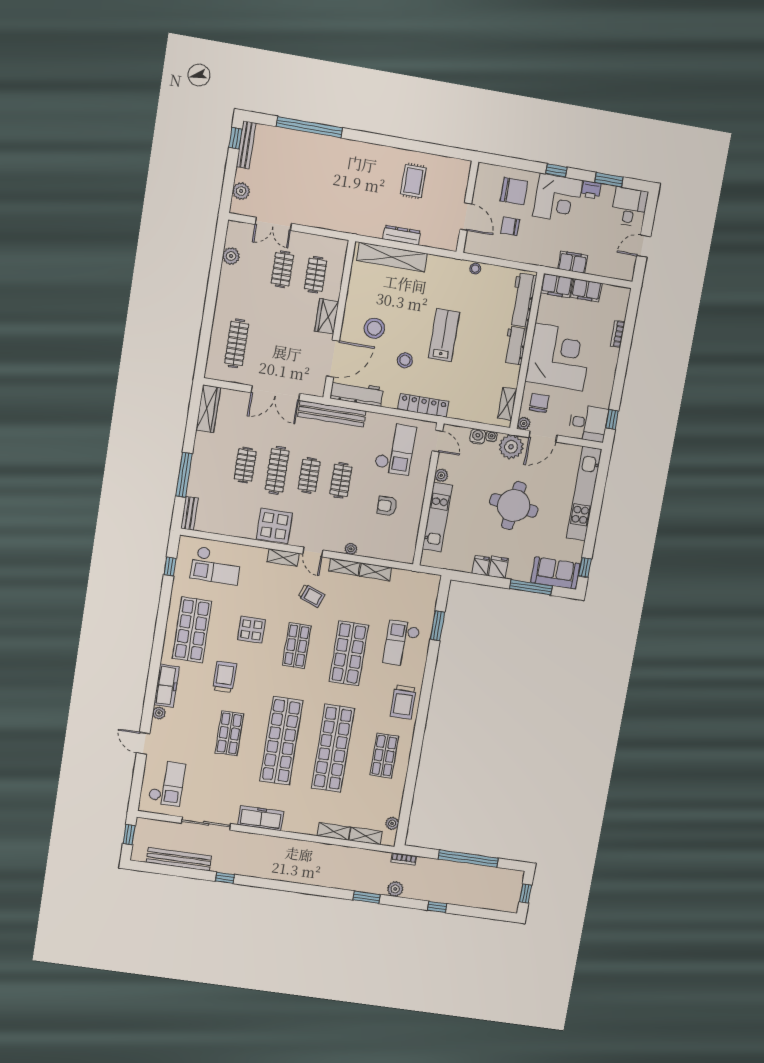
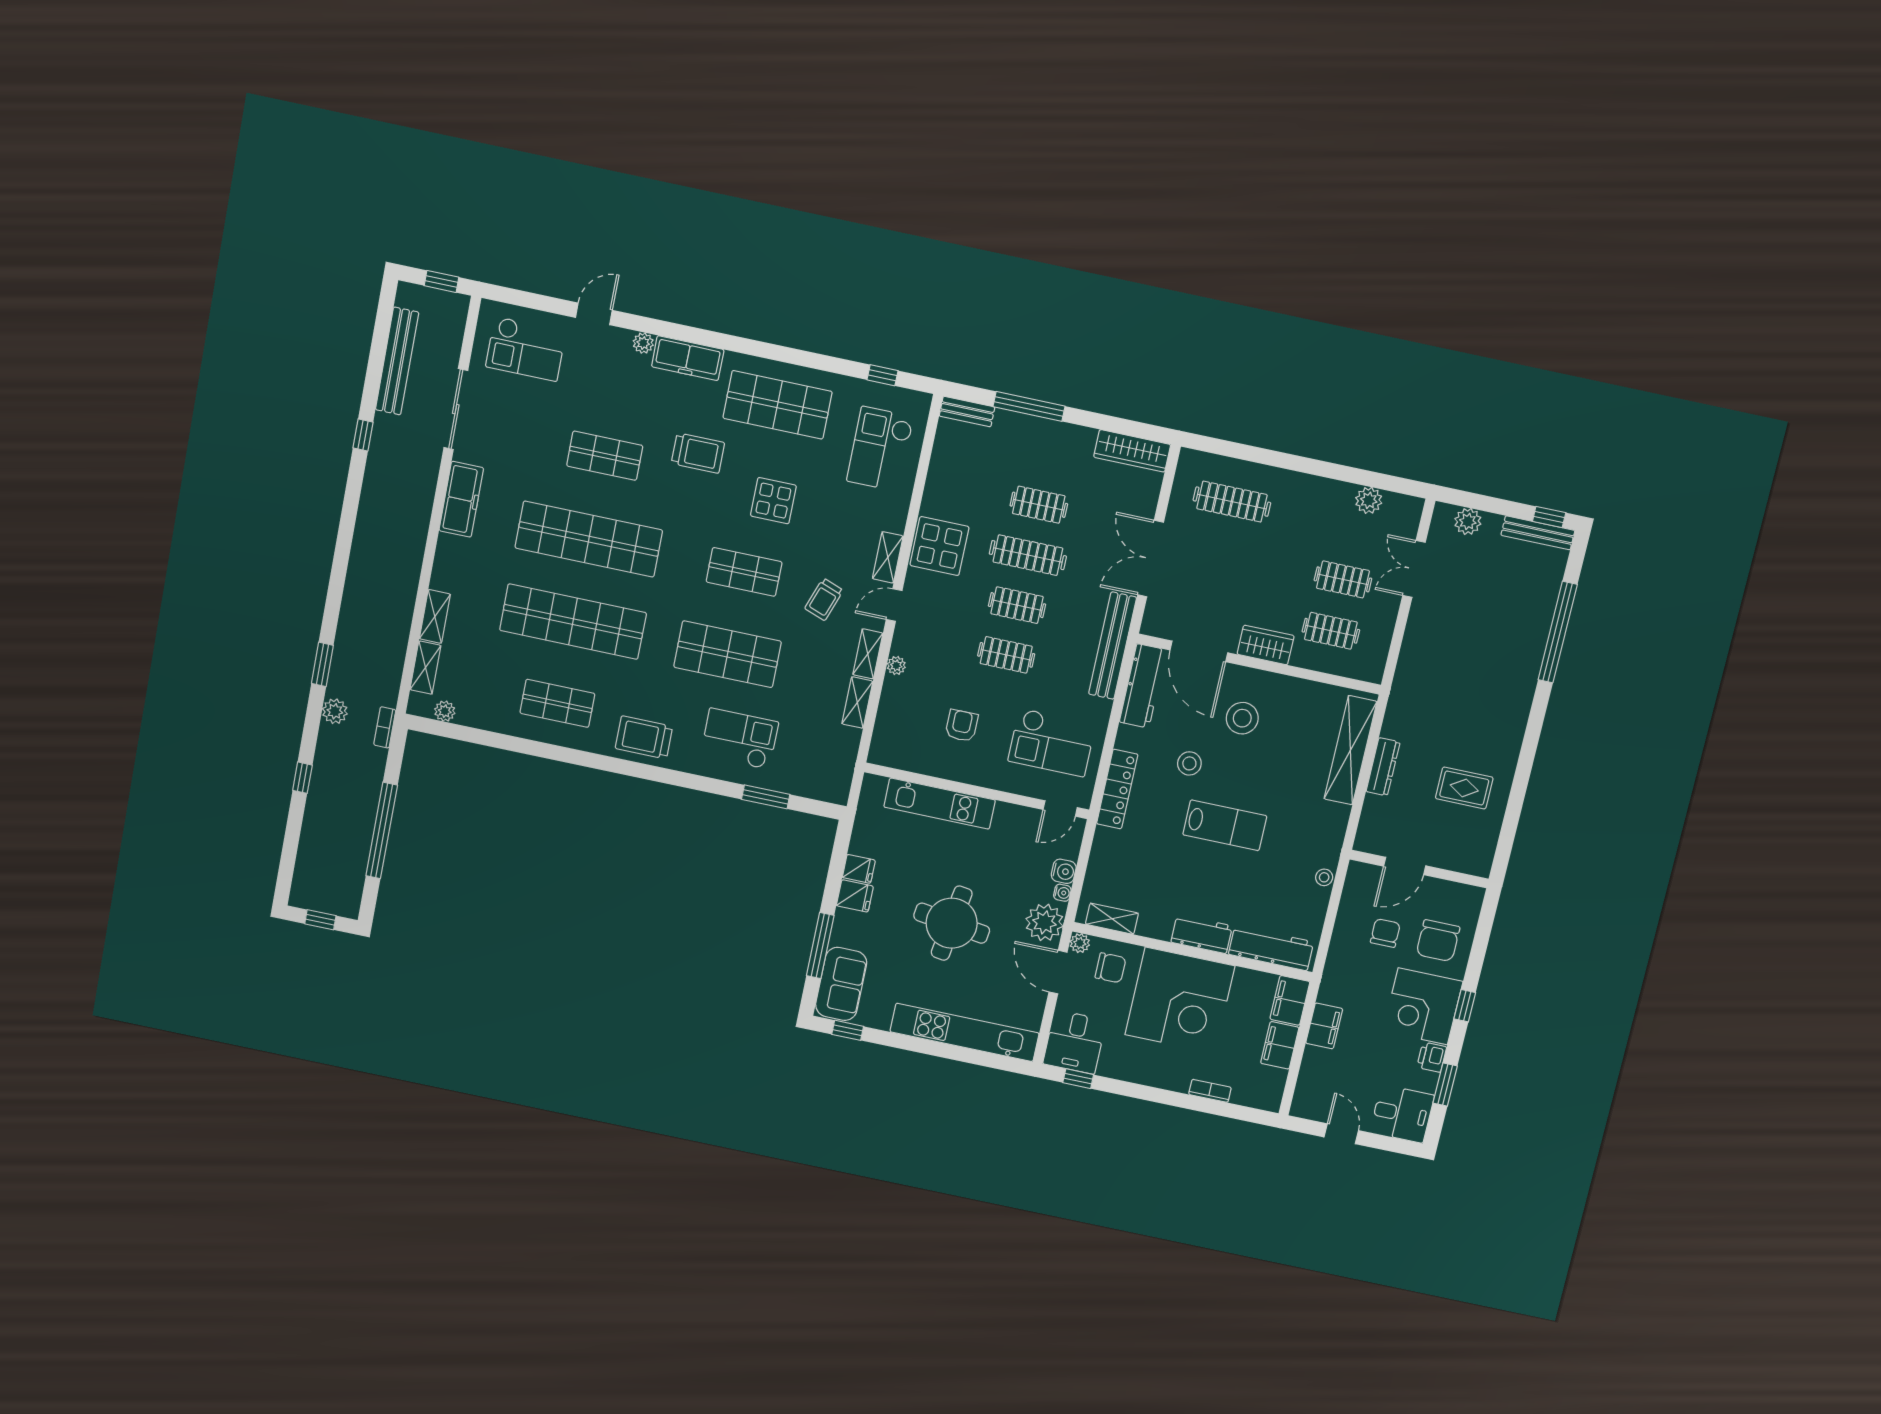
plant: (441, 475) -> (1006, 812), removed

